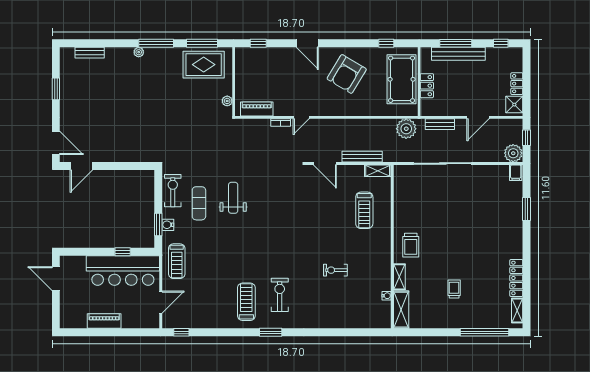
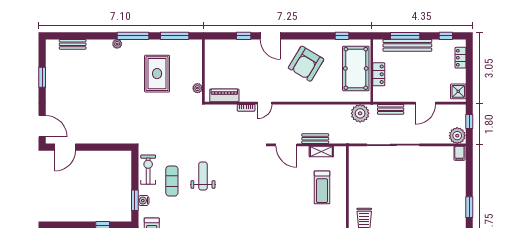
window: (258, 43) -> (244, 36), moved
rug: (204, 65) -> (157, 74), moved, turned 90
locker: (517, 84) -> (460, 58), moved
bench: (362, 157) -> (315, 139), width x0.73
shelving: (378, 171) -> (321, 151), moved
window: (527, 209) -> (469, 207), moved

